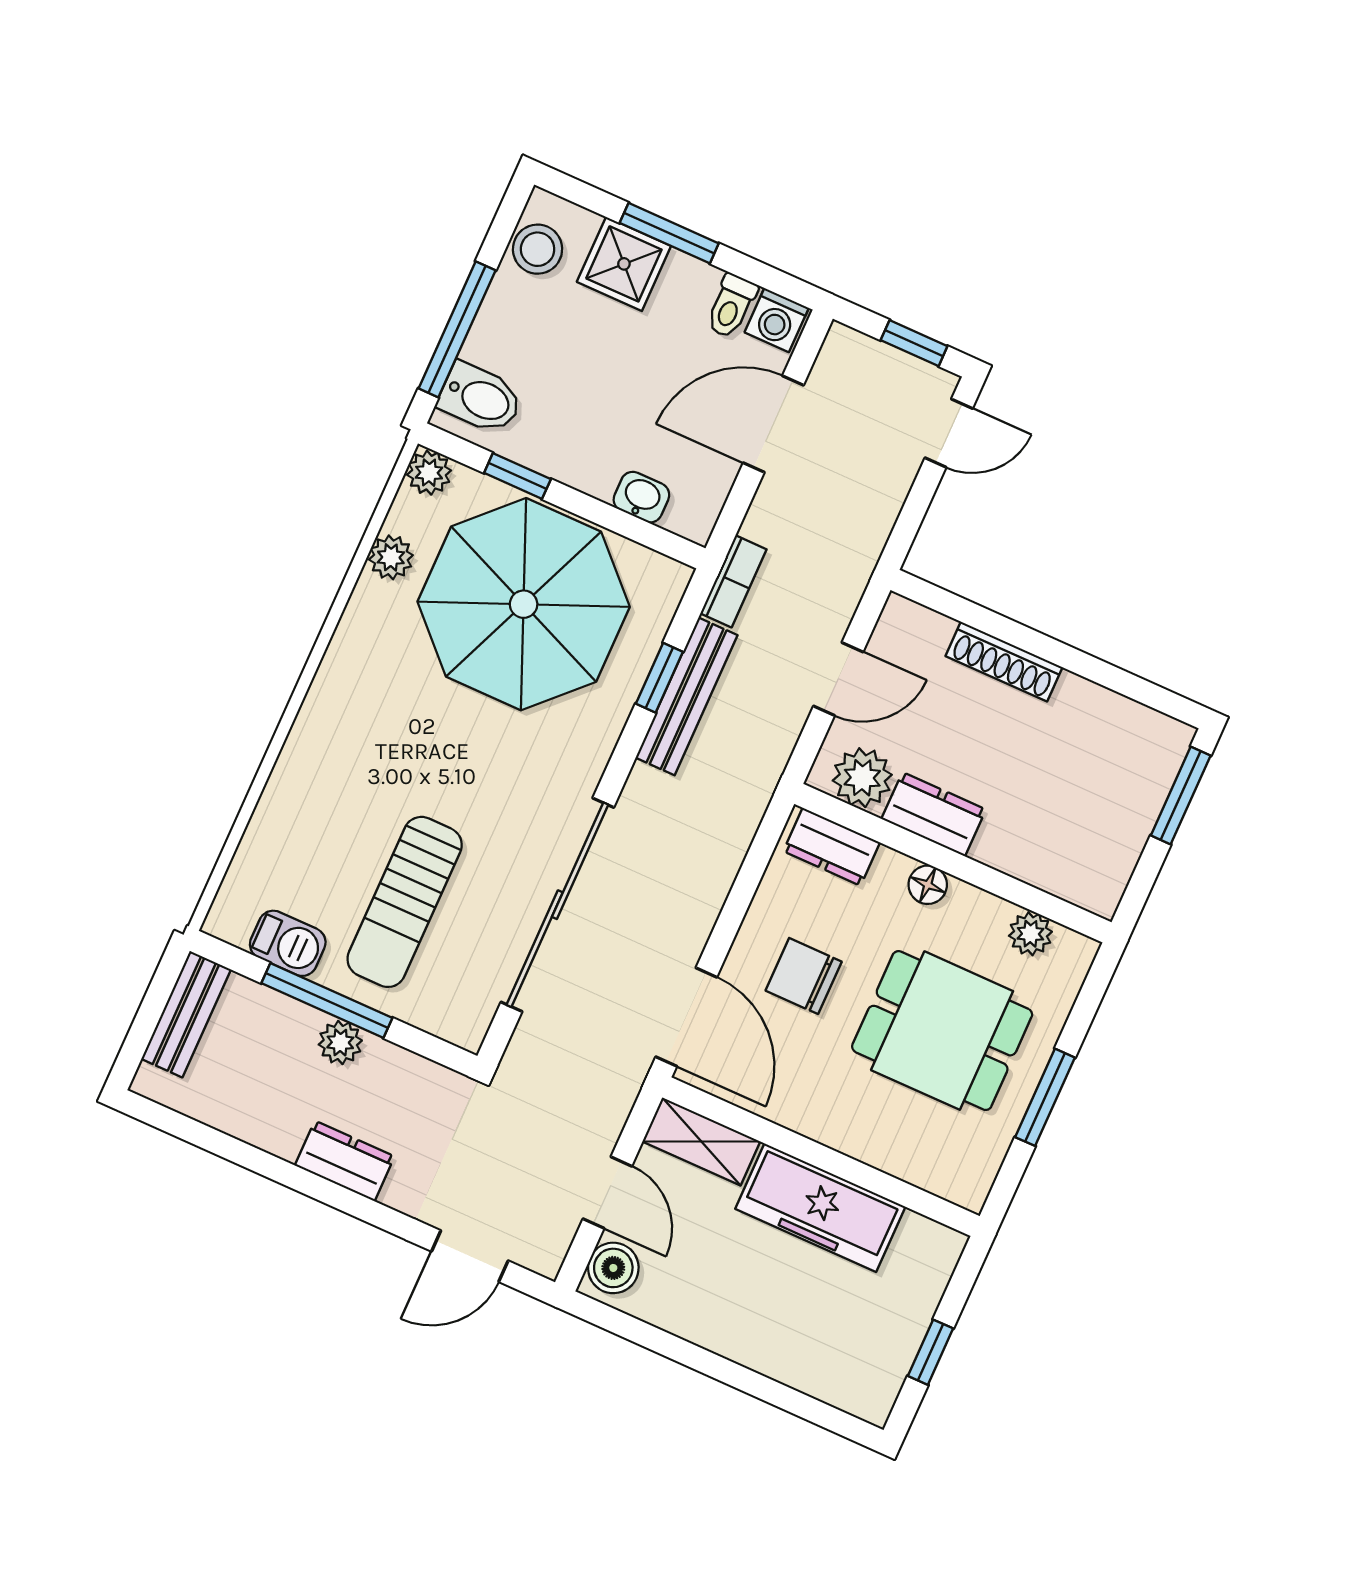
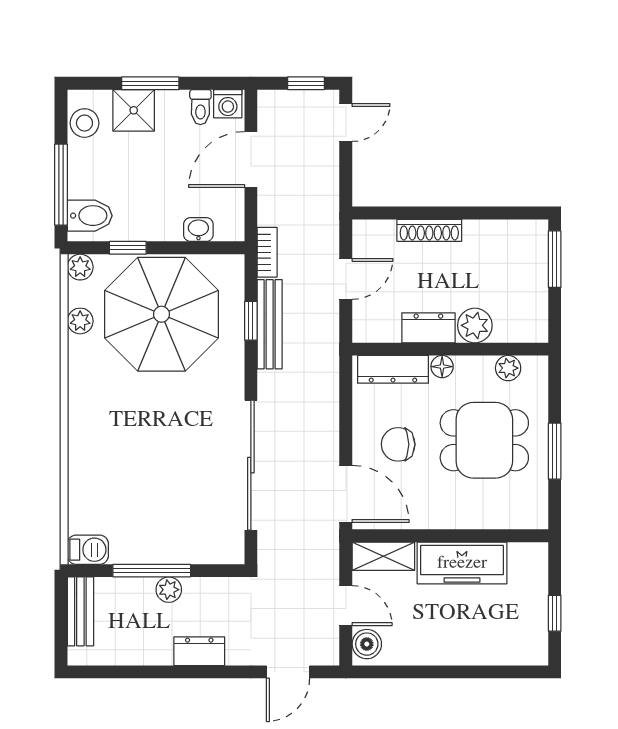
plant: (862, 778) -> (475, 325), moved
dresser: (832, 847) -> (393, 369), width x1.44
sun lounger: (405, 902) -> (169, 500), removed
barbecue: (288, 943) -> (88, 550), moved

